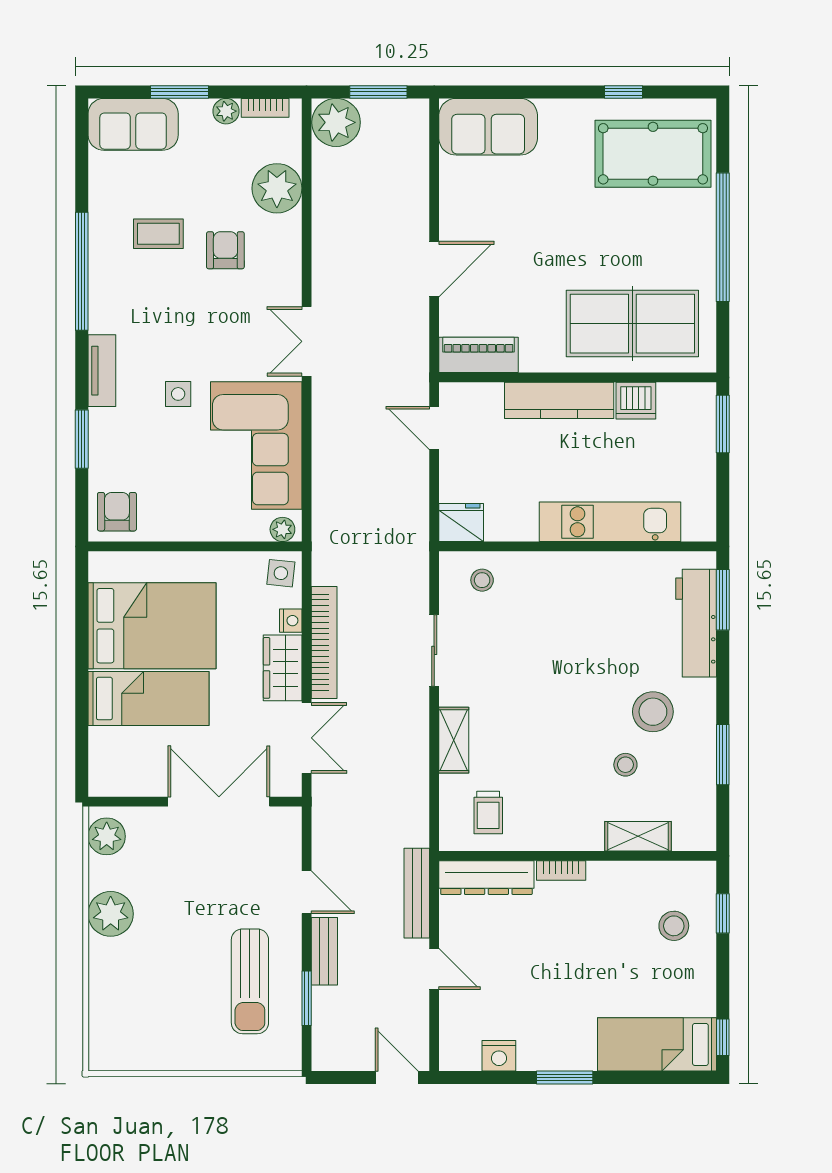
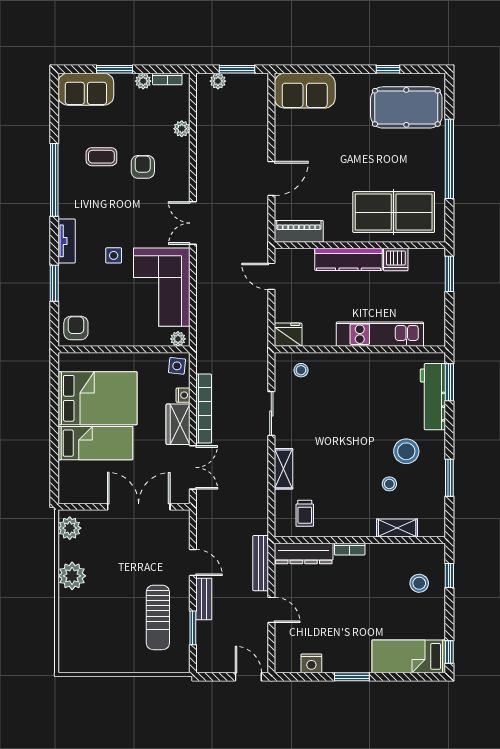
plant: (336, 122) -> (218, 81), width x0.53, depth x0.53
plant: (277, 188) -> (182, 129), width x0.53, depth x0.53

